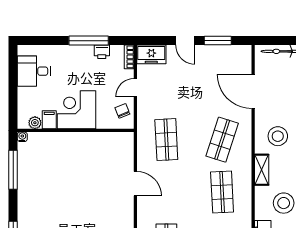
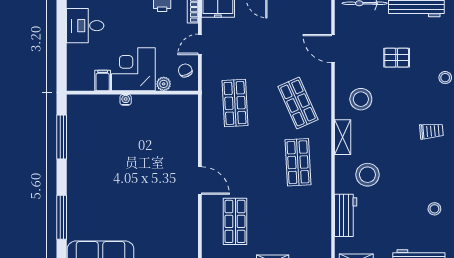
door: (253, 91) -> (333, 49), width x0.73
plant: (35, 123) -> (164, 84), moved
water cooler: (22, 137) -> (126, 100), moved
shop shelf: (222, 140) -> (298, 103), turned -42
door: (135, 184) -> (200, 181), moved

